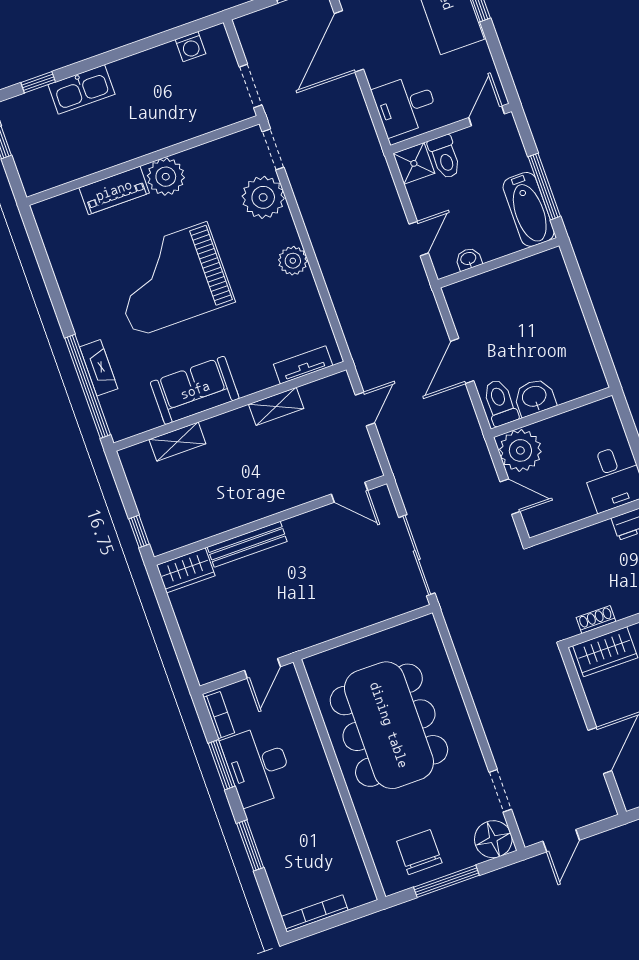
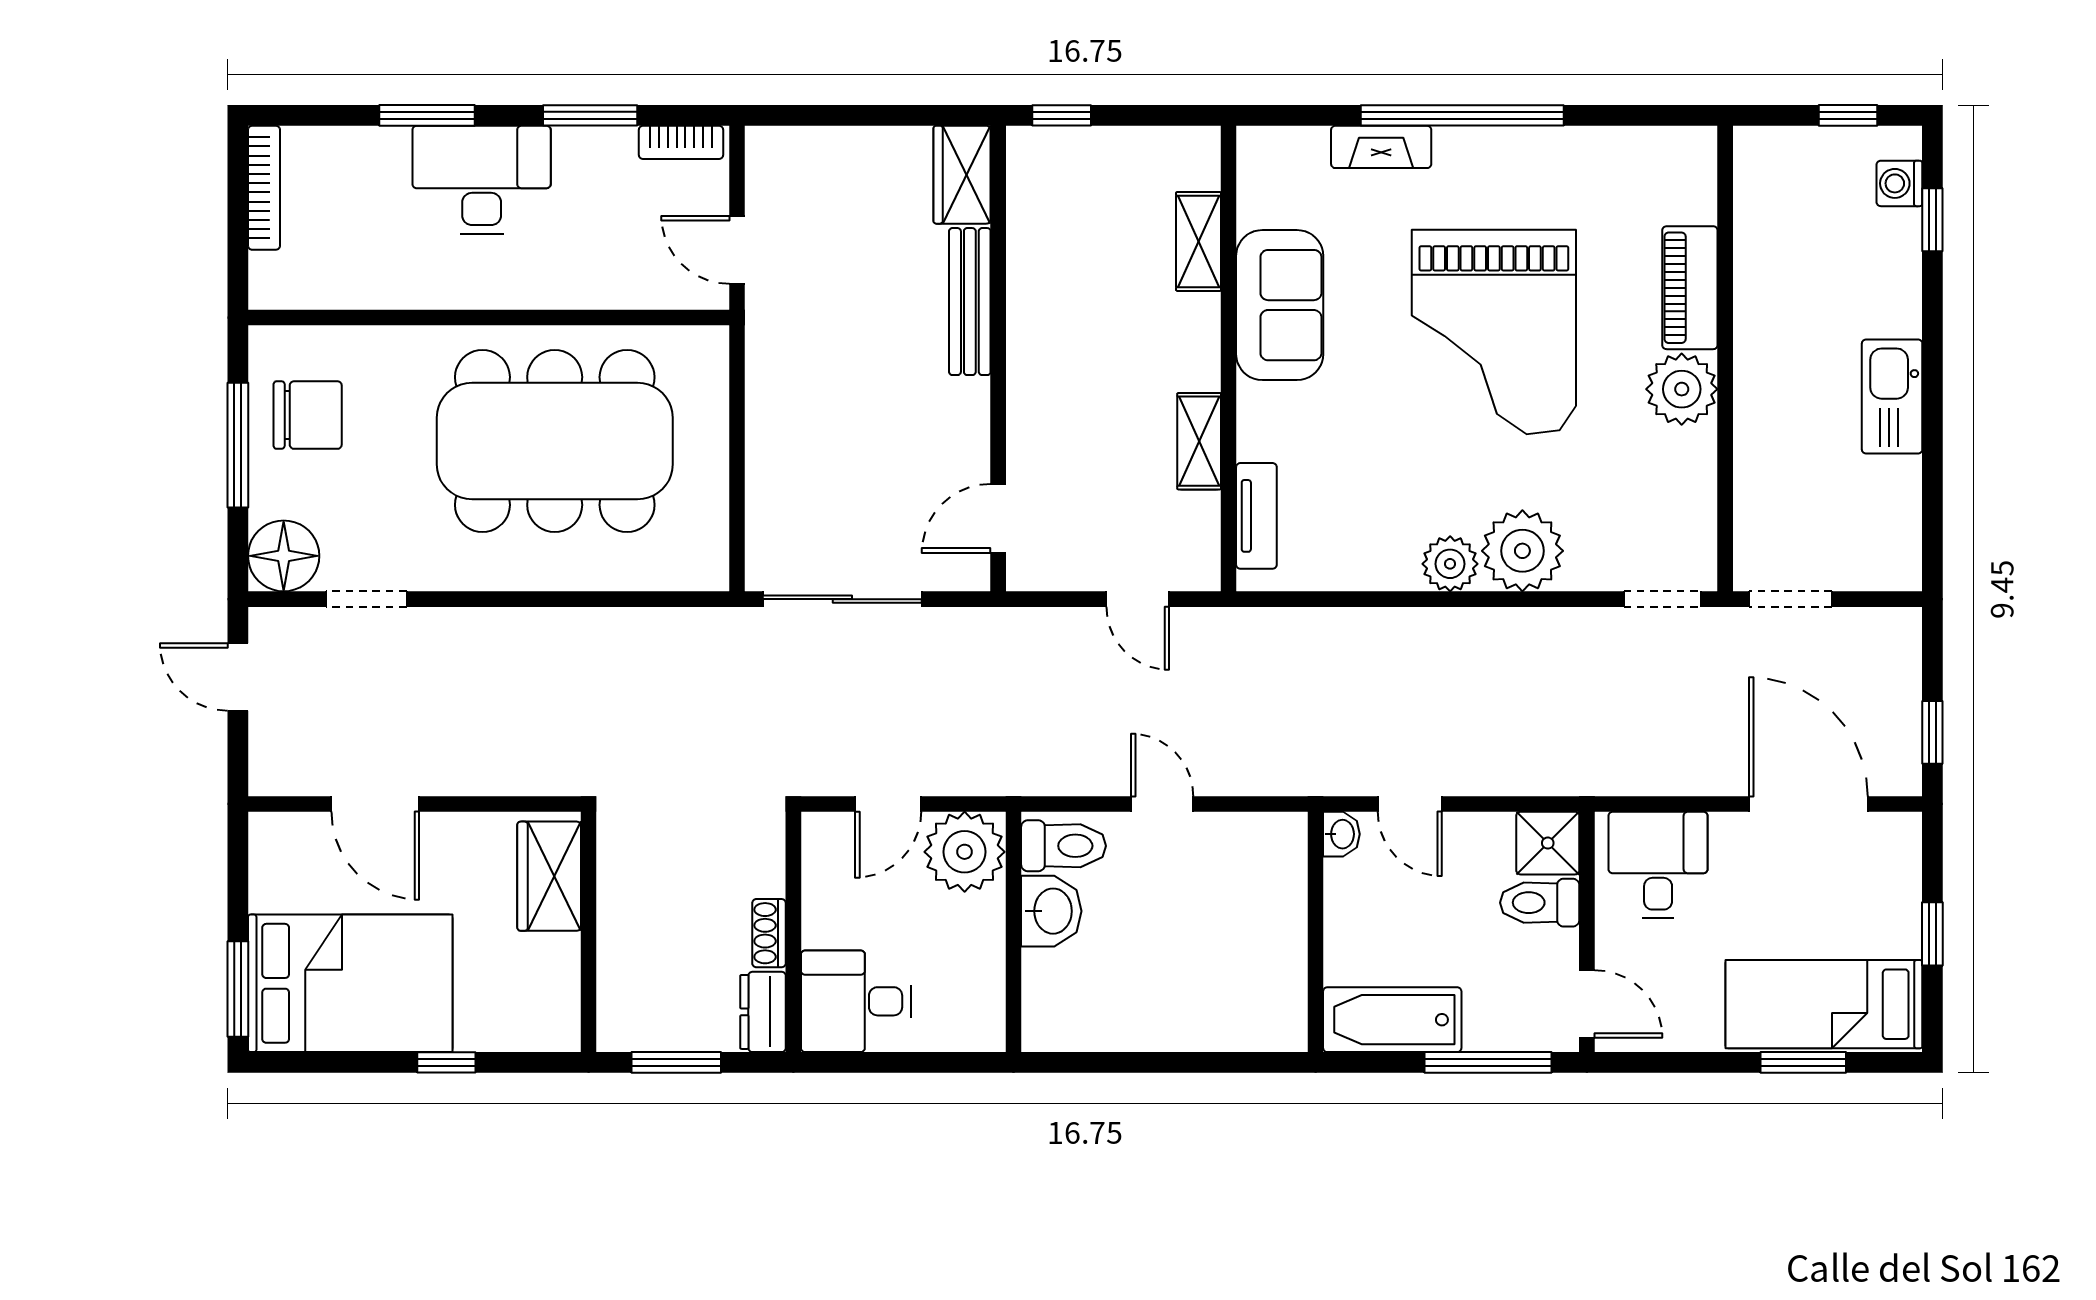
washing machine: (191, 47) -> (1899, 183), moved
kitchen sink: (81, 89) -> (1892, 396), moved
window: (544, 187) -> (1488, 1062), moved
plant: (263, 197) -> (1522, 551), moved
washbasin: (468, 259) -> (1341, 834), moved
grand piano: (171, 280) -> (1494, 332), turned 180
door: (462, 361) -> (1162, 804), width x0.73
window: (88, 386) -> (1462, 115), moved
shoe rack: (596, 619) -> (769, 933), moved, turned 180
desk: (258, 765) -> (482, 180), moved

